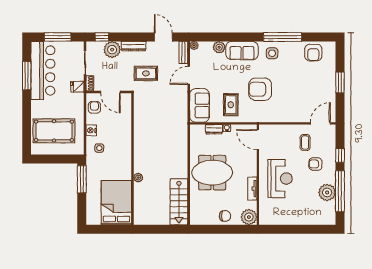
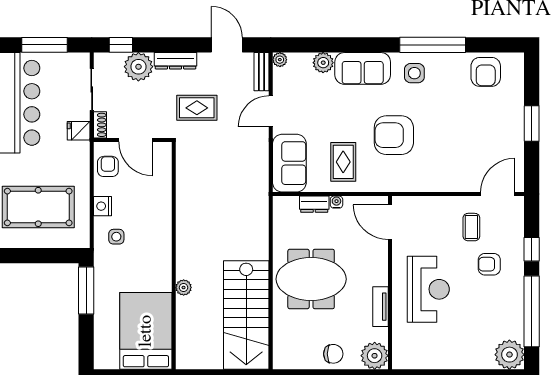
plant: (327, 192) -> (509, 355), moved
stairs: (179, 202) -> (246, 315), width x1.36, depth x1.51

